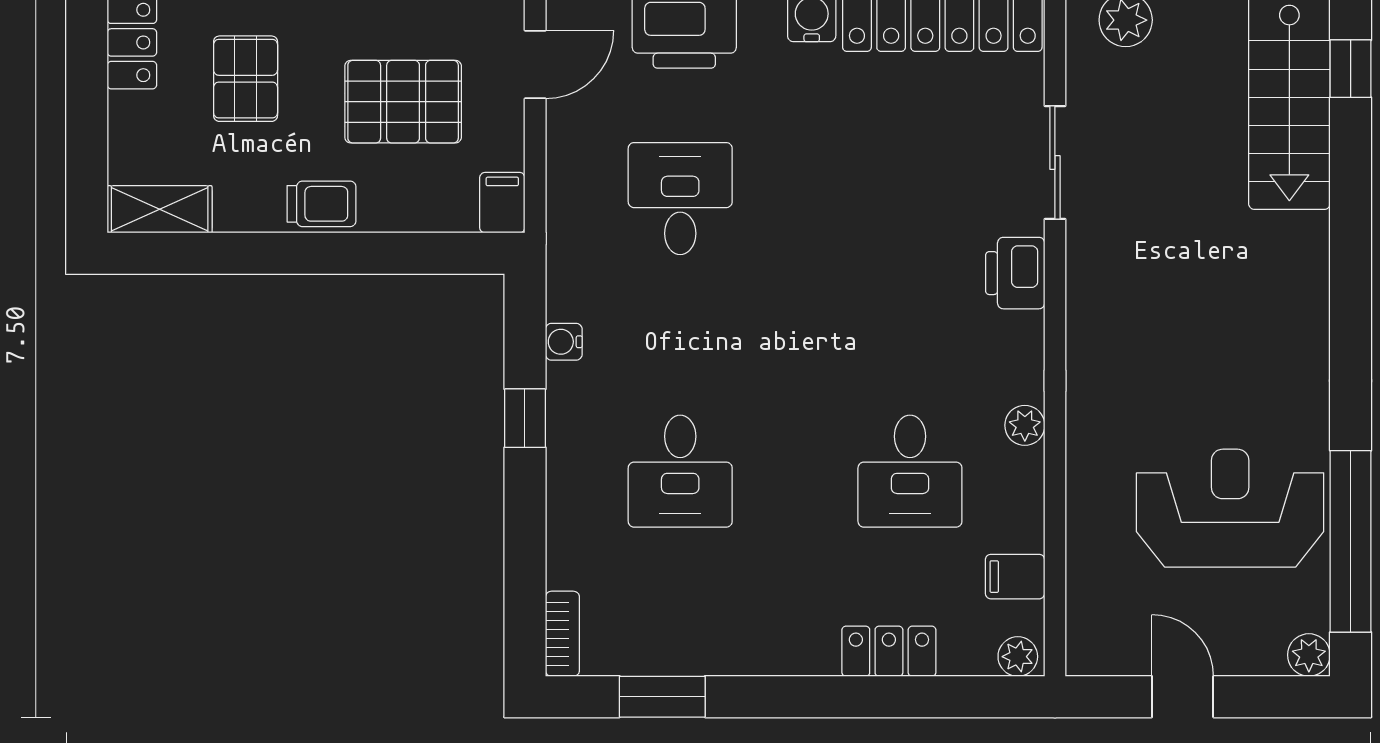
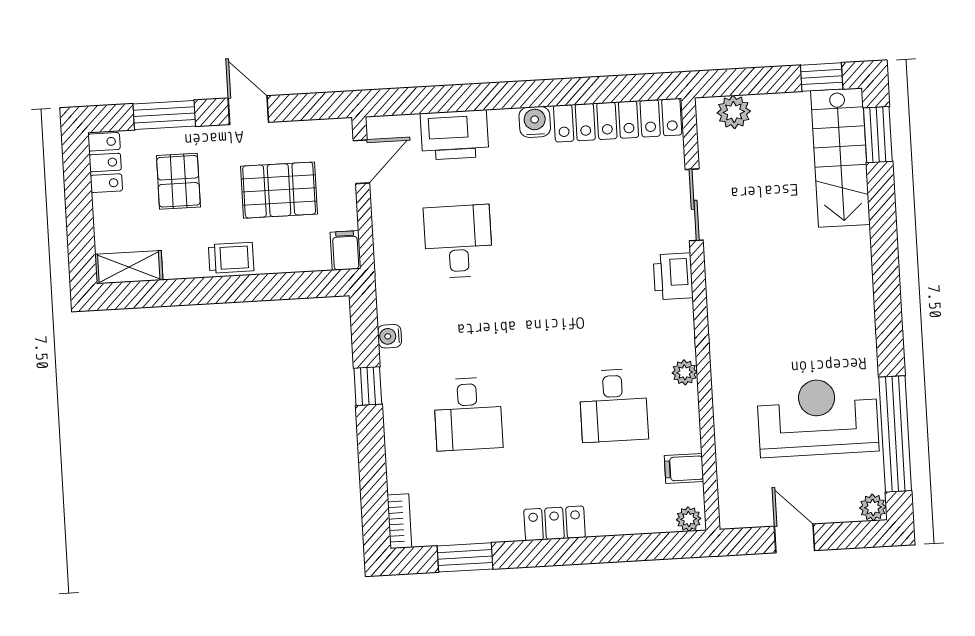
window: (1351, 69) -> (878, 135), width x1.50
locker: (889, 651) -> (555, 523), moved

